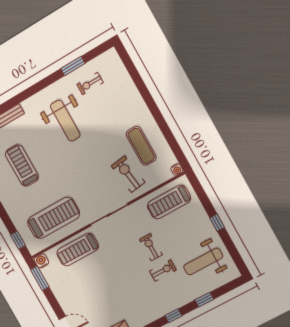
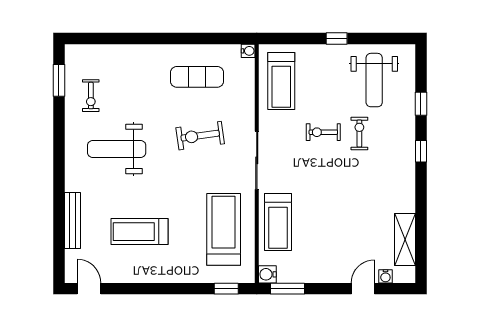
window: (73, 66) -> (59, 80), moved
weight bench: (65, 121) -> (117, 149), turned 180
exercise bike: (128, 174) -> (200, 136), moved

